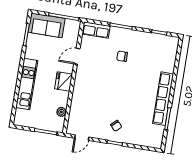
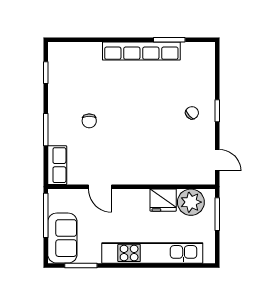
fridge: (64, 81) -> (163, 200), moved
kitchen unit: (27, 84) -> (152, 253), width x1.36
plant: (61, 112) -> (191, 202), width x1.88, depth x1.88

